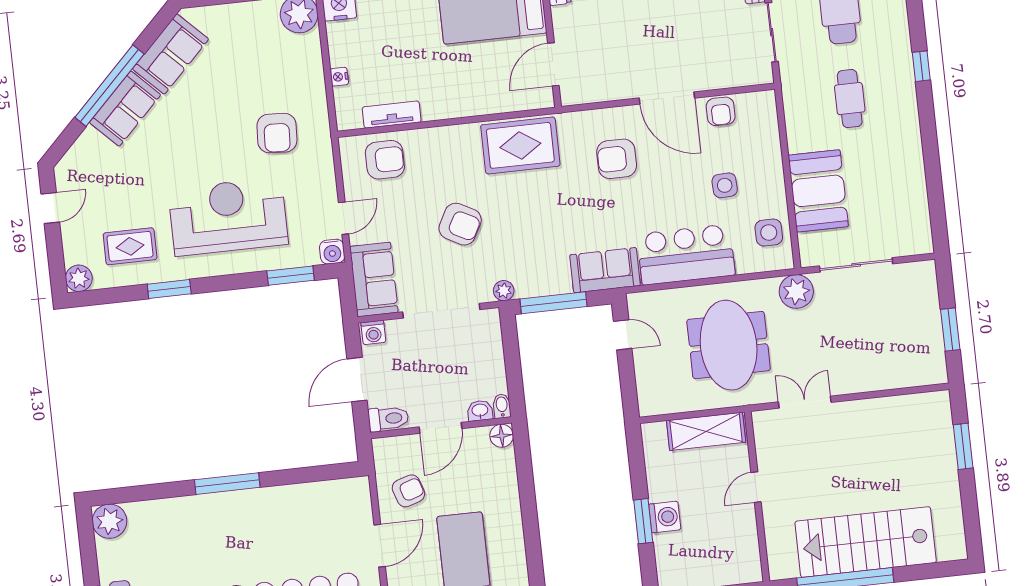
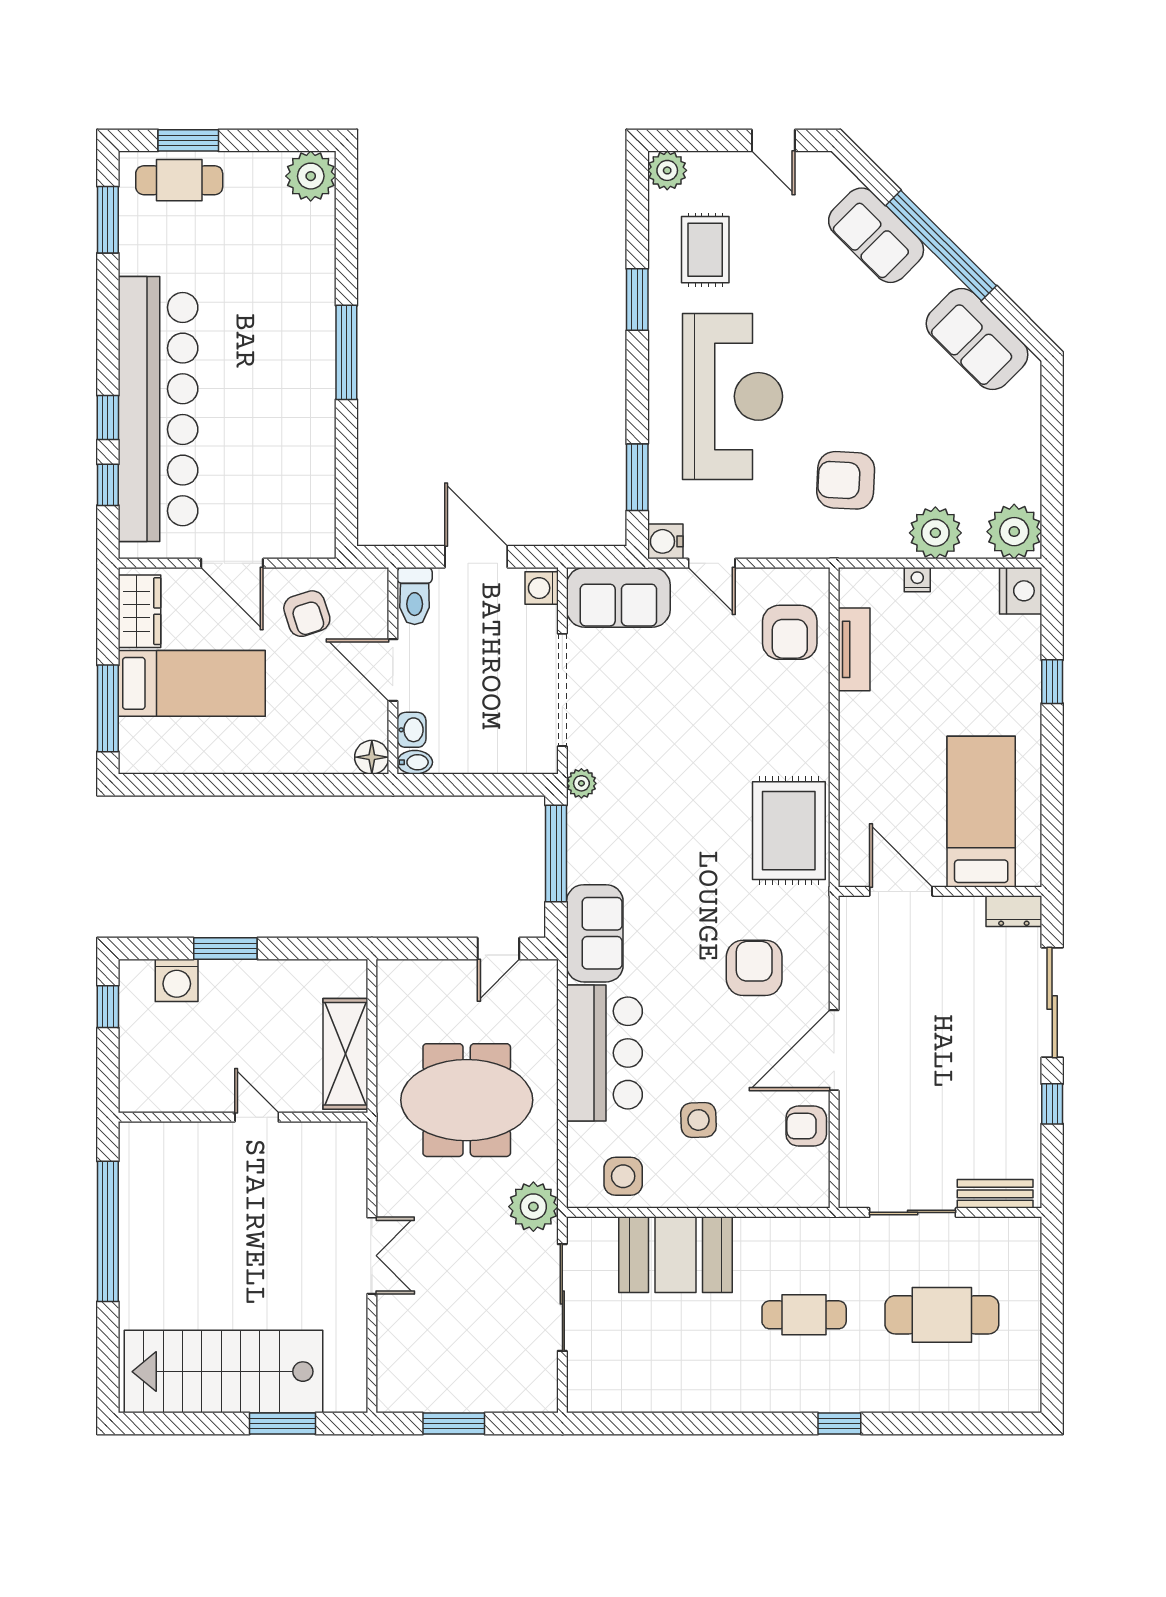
plant: (306, 68) -> (935, 533), added
sofa: (125, 109) -> (876, 235), moved
armchair: (460, 224) -> (685, 731), removed
double door: (805, 402) -> (372, 1256), moved
washing machine: (665, 517) -> (177, 980), moved
stairs: (866, 542) -> (224, 1372), moved, turned -90

